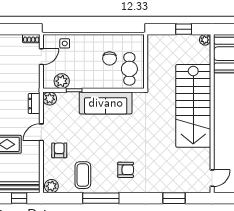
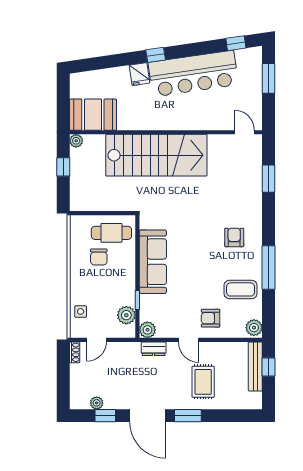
door: (41, 57) -> (97, 340), swing flipped
chair: (110, 58) -> (99, 257), turned 90

